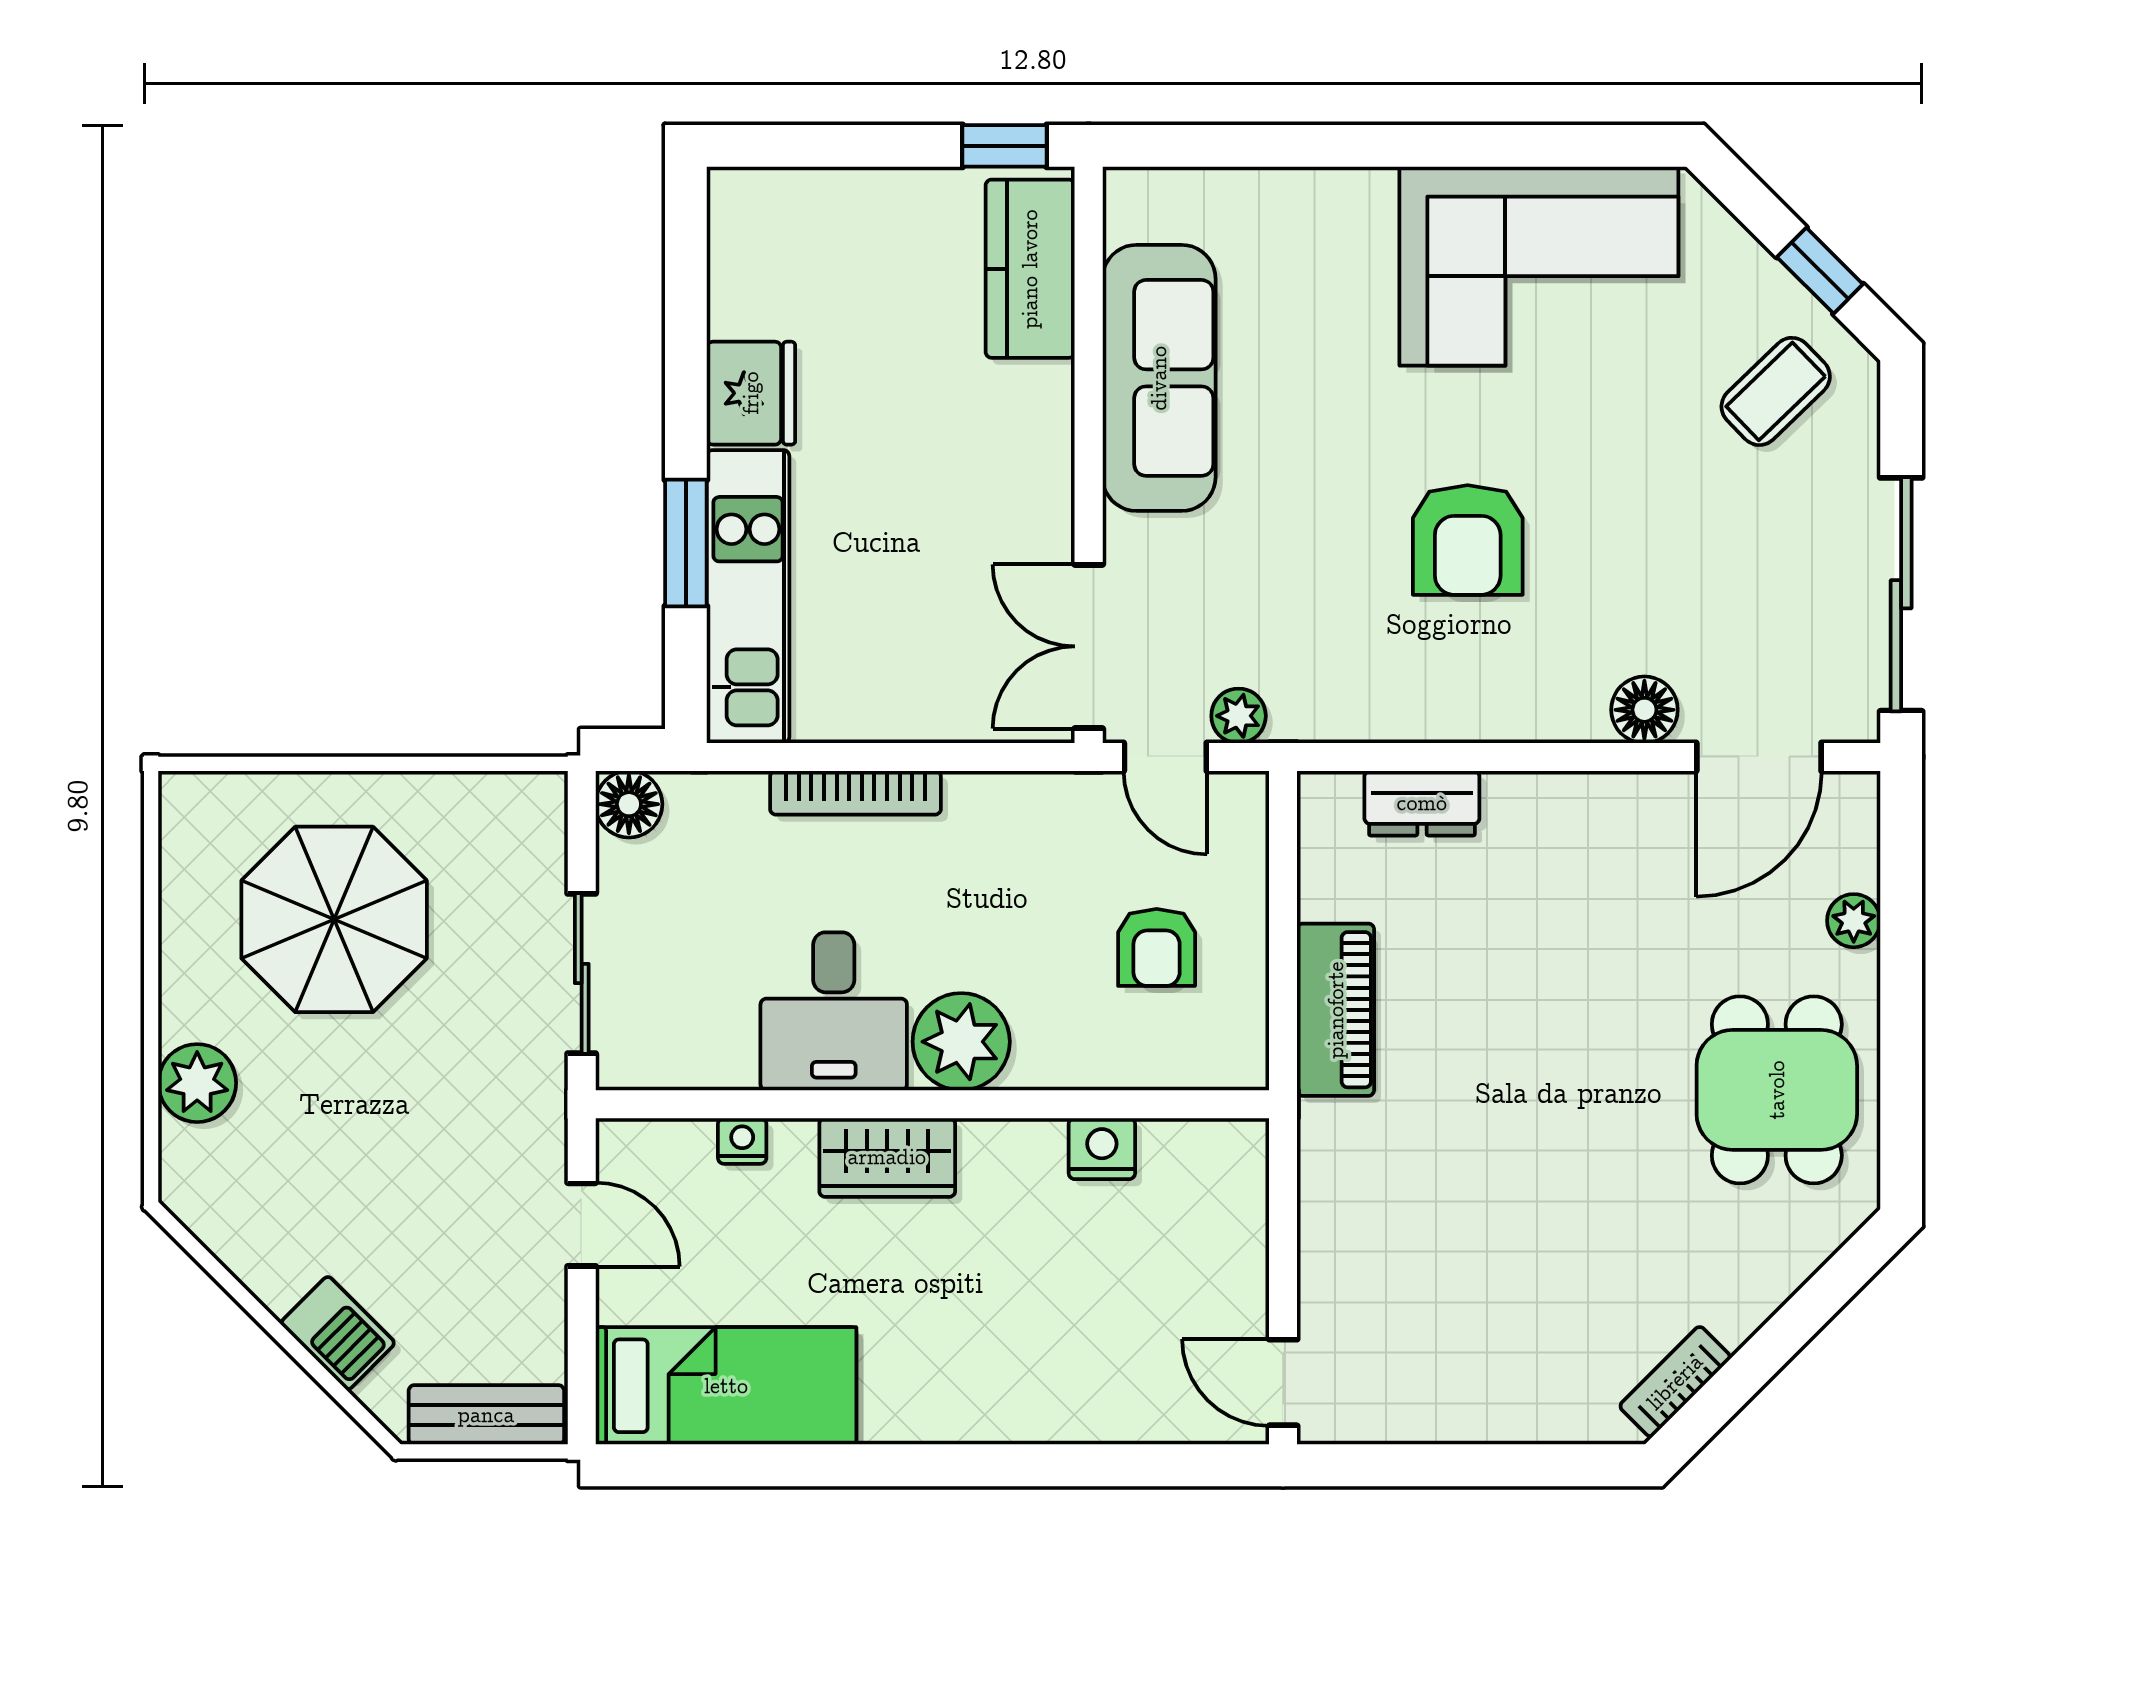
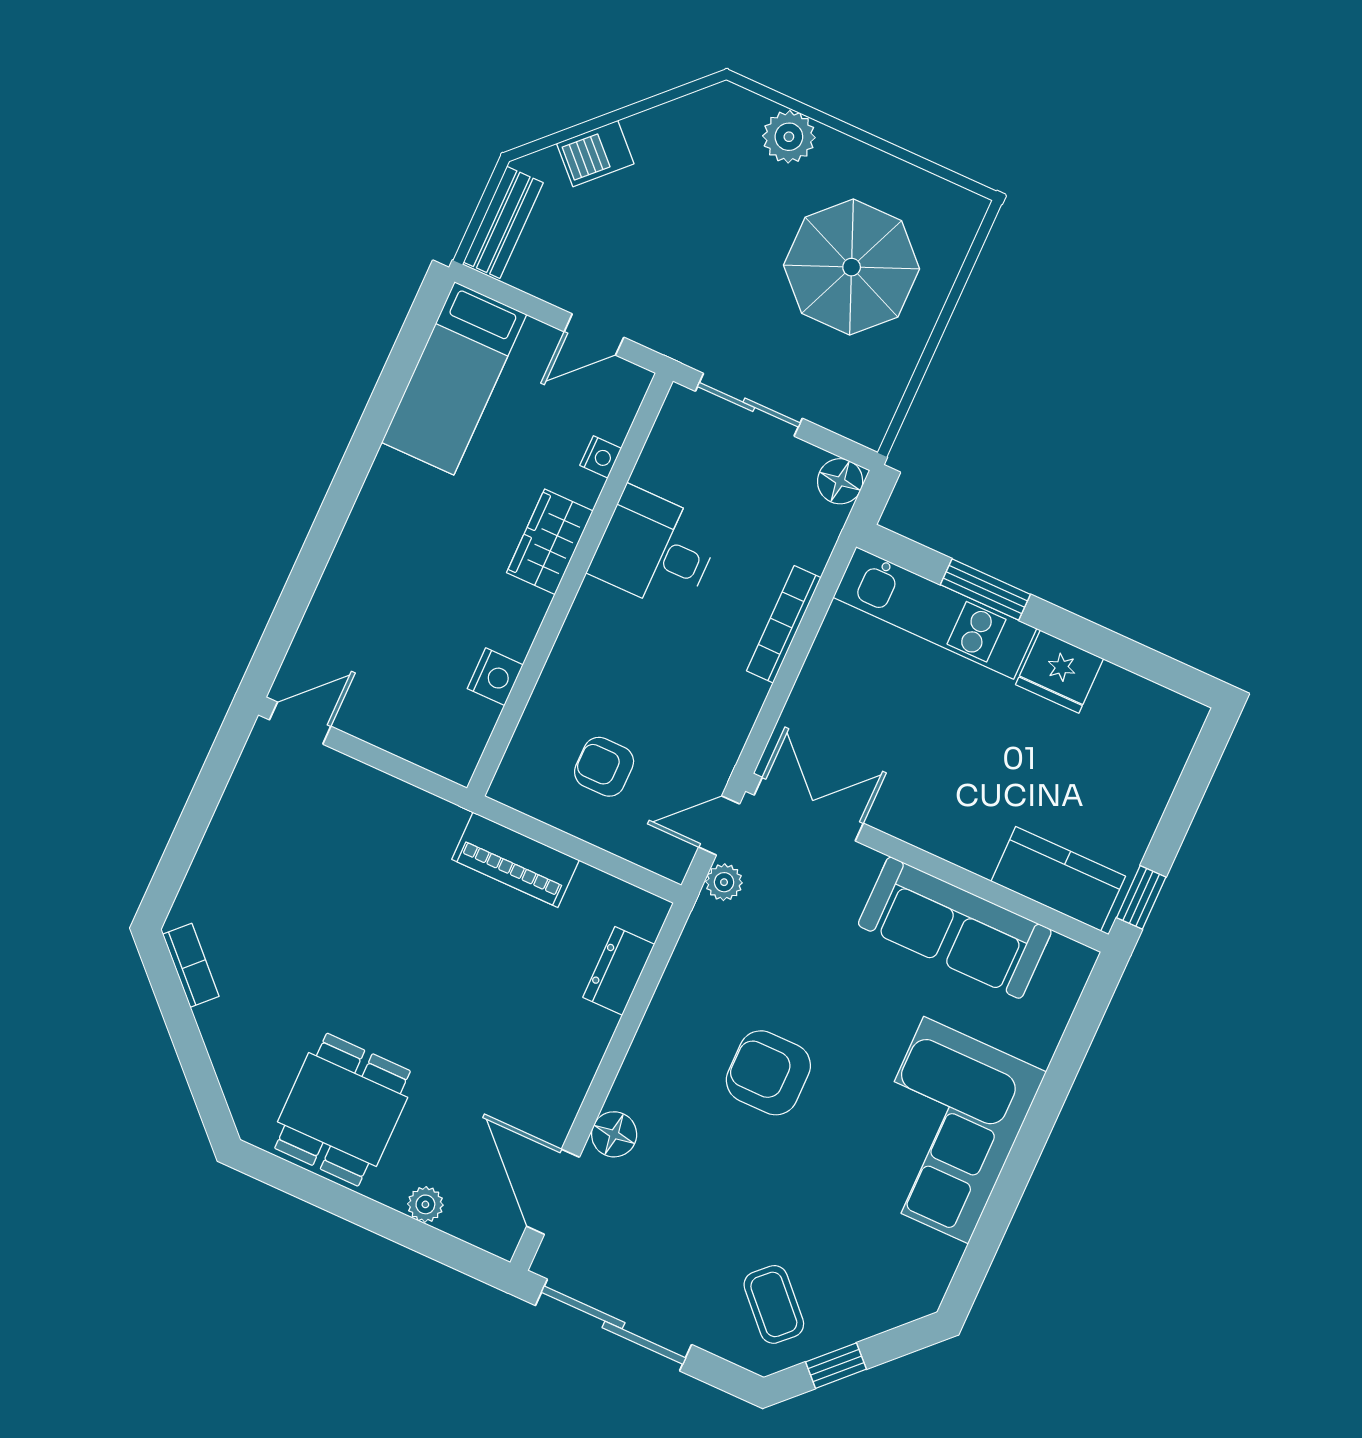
corner sofa: (1539, 266) -> (946, 1130), moved
plant: (961, 1042) -> (601, 620), removed
dining table: (1777, 1090) -> (343, 1110), turned 90

